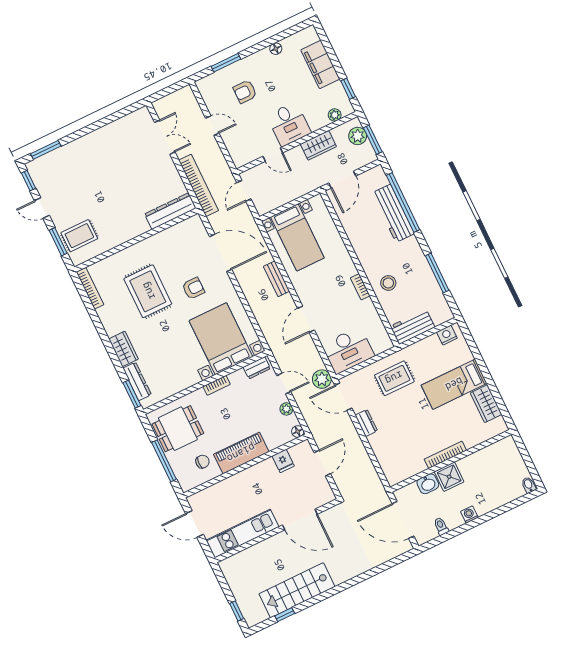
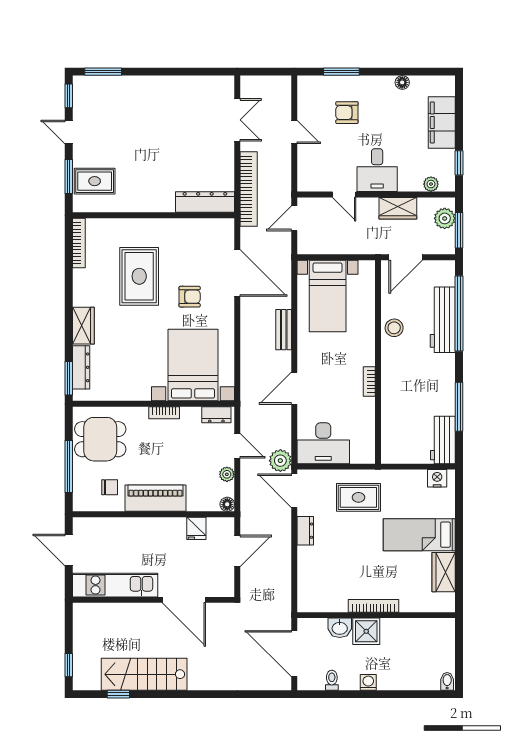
stool: (388, 283) -> (394, 328), moved
workbench: (413, 327) -> (443, 440), moved, turned -90

